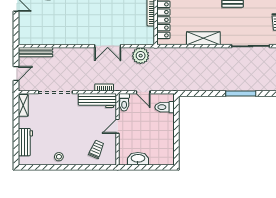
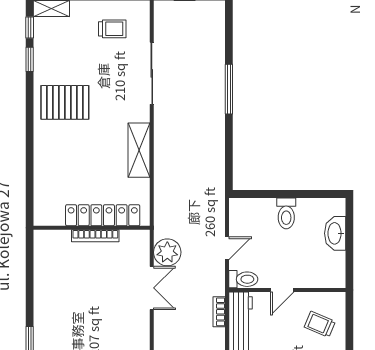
double door: (108, 46) -> (152, 288), moved
toilet: (165, 107) -> (286, 213), moved
door: (118, 126) -> (282, 290), hinge flipped
washbasin: (138, 159) -> (335, 233), moved

